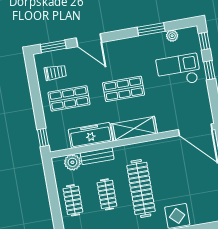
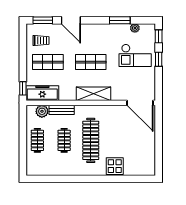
checkout: (179, 71) -> (135, 55), turned 180
freezer: (90, 135) -> (42, 93), moved

